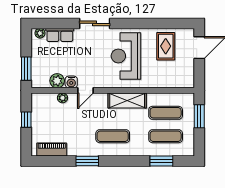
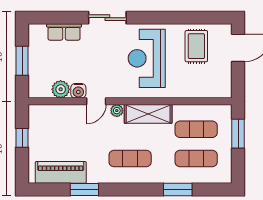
plant: (40, 33) -> (39, 30), removed
window: (26, 69) -> (22, 61), moved
plant: (62, 98) -> (117, 111), moved
piano: (52, 149) -> (61, 172), width x1.37, depth x1.33
window: (87, 161) -> (84, 190), moved
window: (161, 161) -> (178, 190), moved

